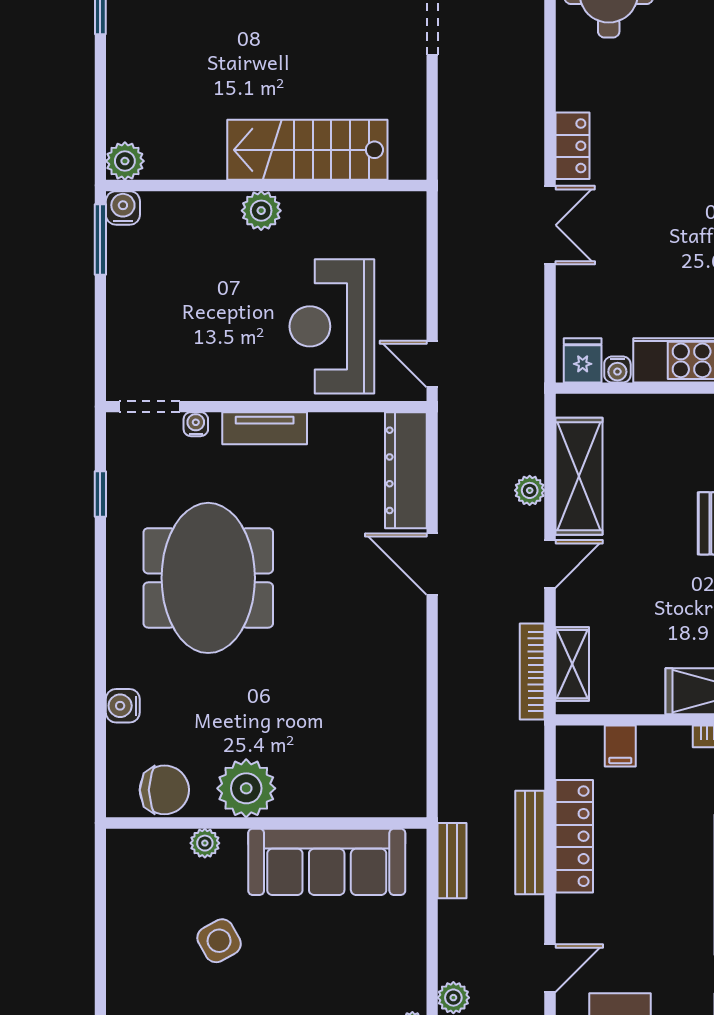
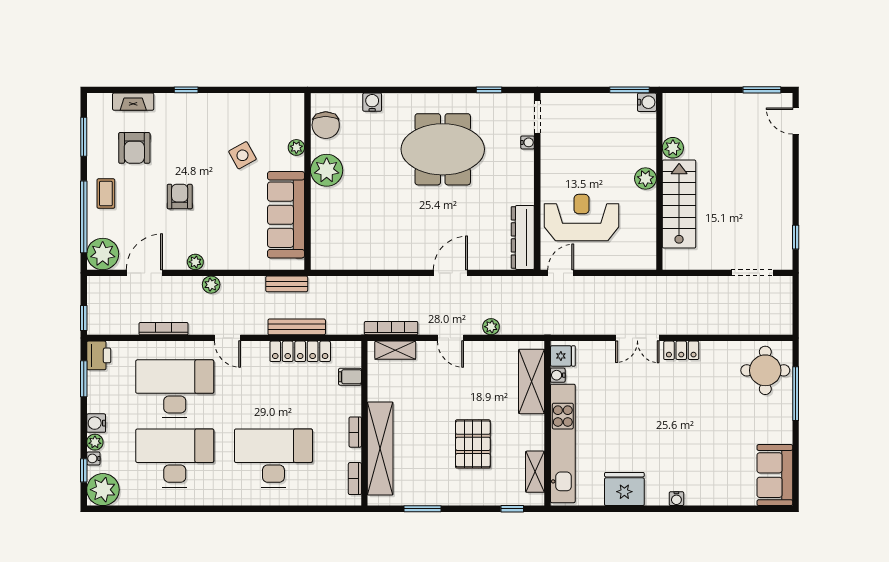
plant: (125, 161) -> (673, 148), moved
tv unit: (265, 428) -> (525, 180), removed
dresser: (406, 470) -> (523, 237), moved, turned -90
shelving: (579, 476) -> (531, 381), moved, turned 90

